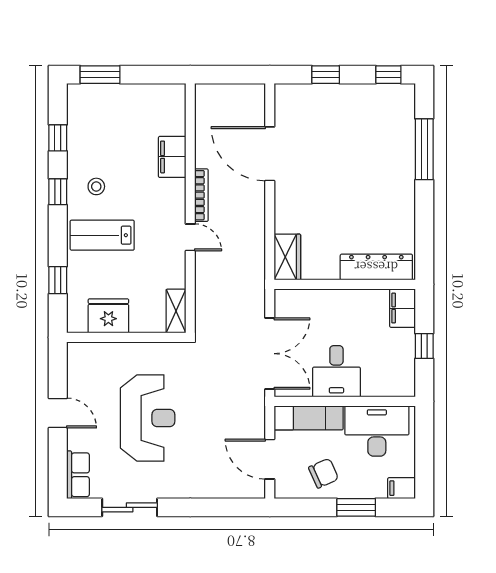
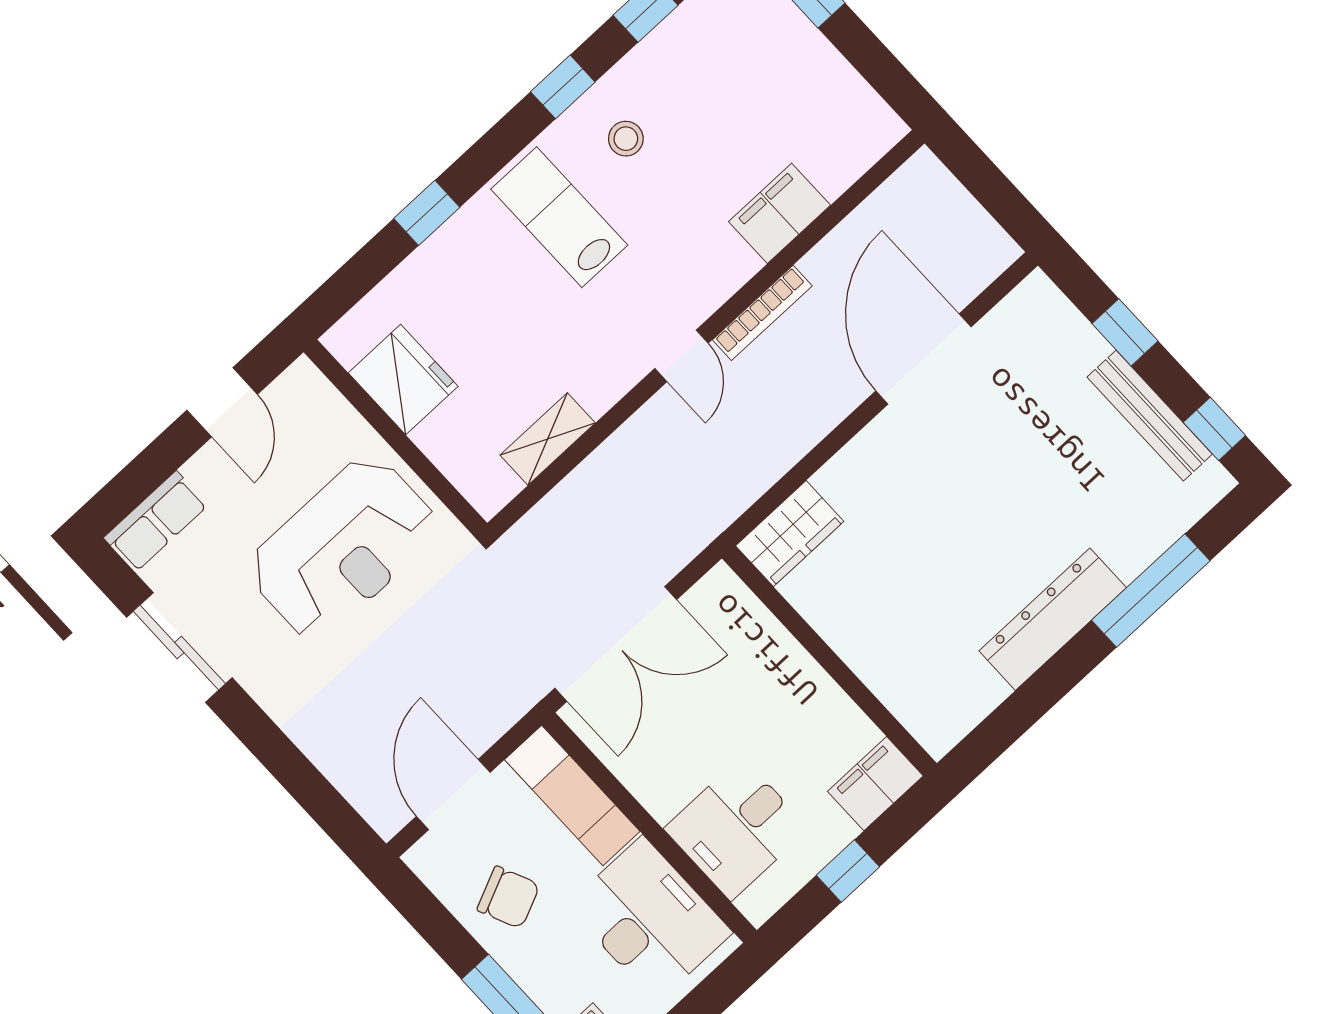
bench: (363, 93) -> (1150, 416), added
dresser: (376, 267) -> (1053, 619), moved, turned -90
fridge: (108, 316) -> (403, 380), moved
wall: (126, 337) -> (395, 438), moved
desk: (336, 371) -> (736, 829), moved

